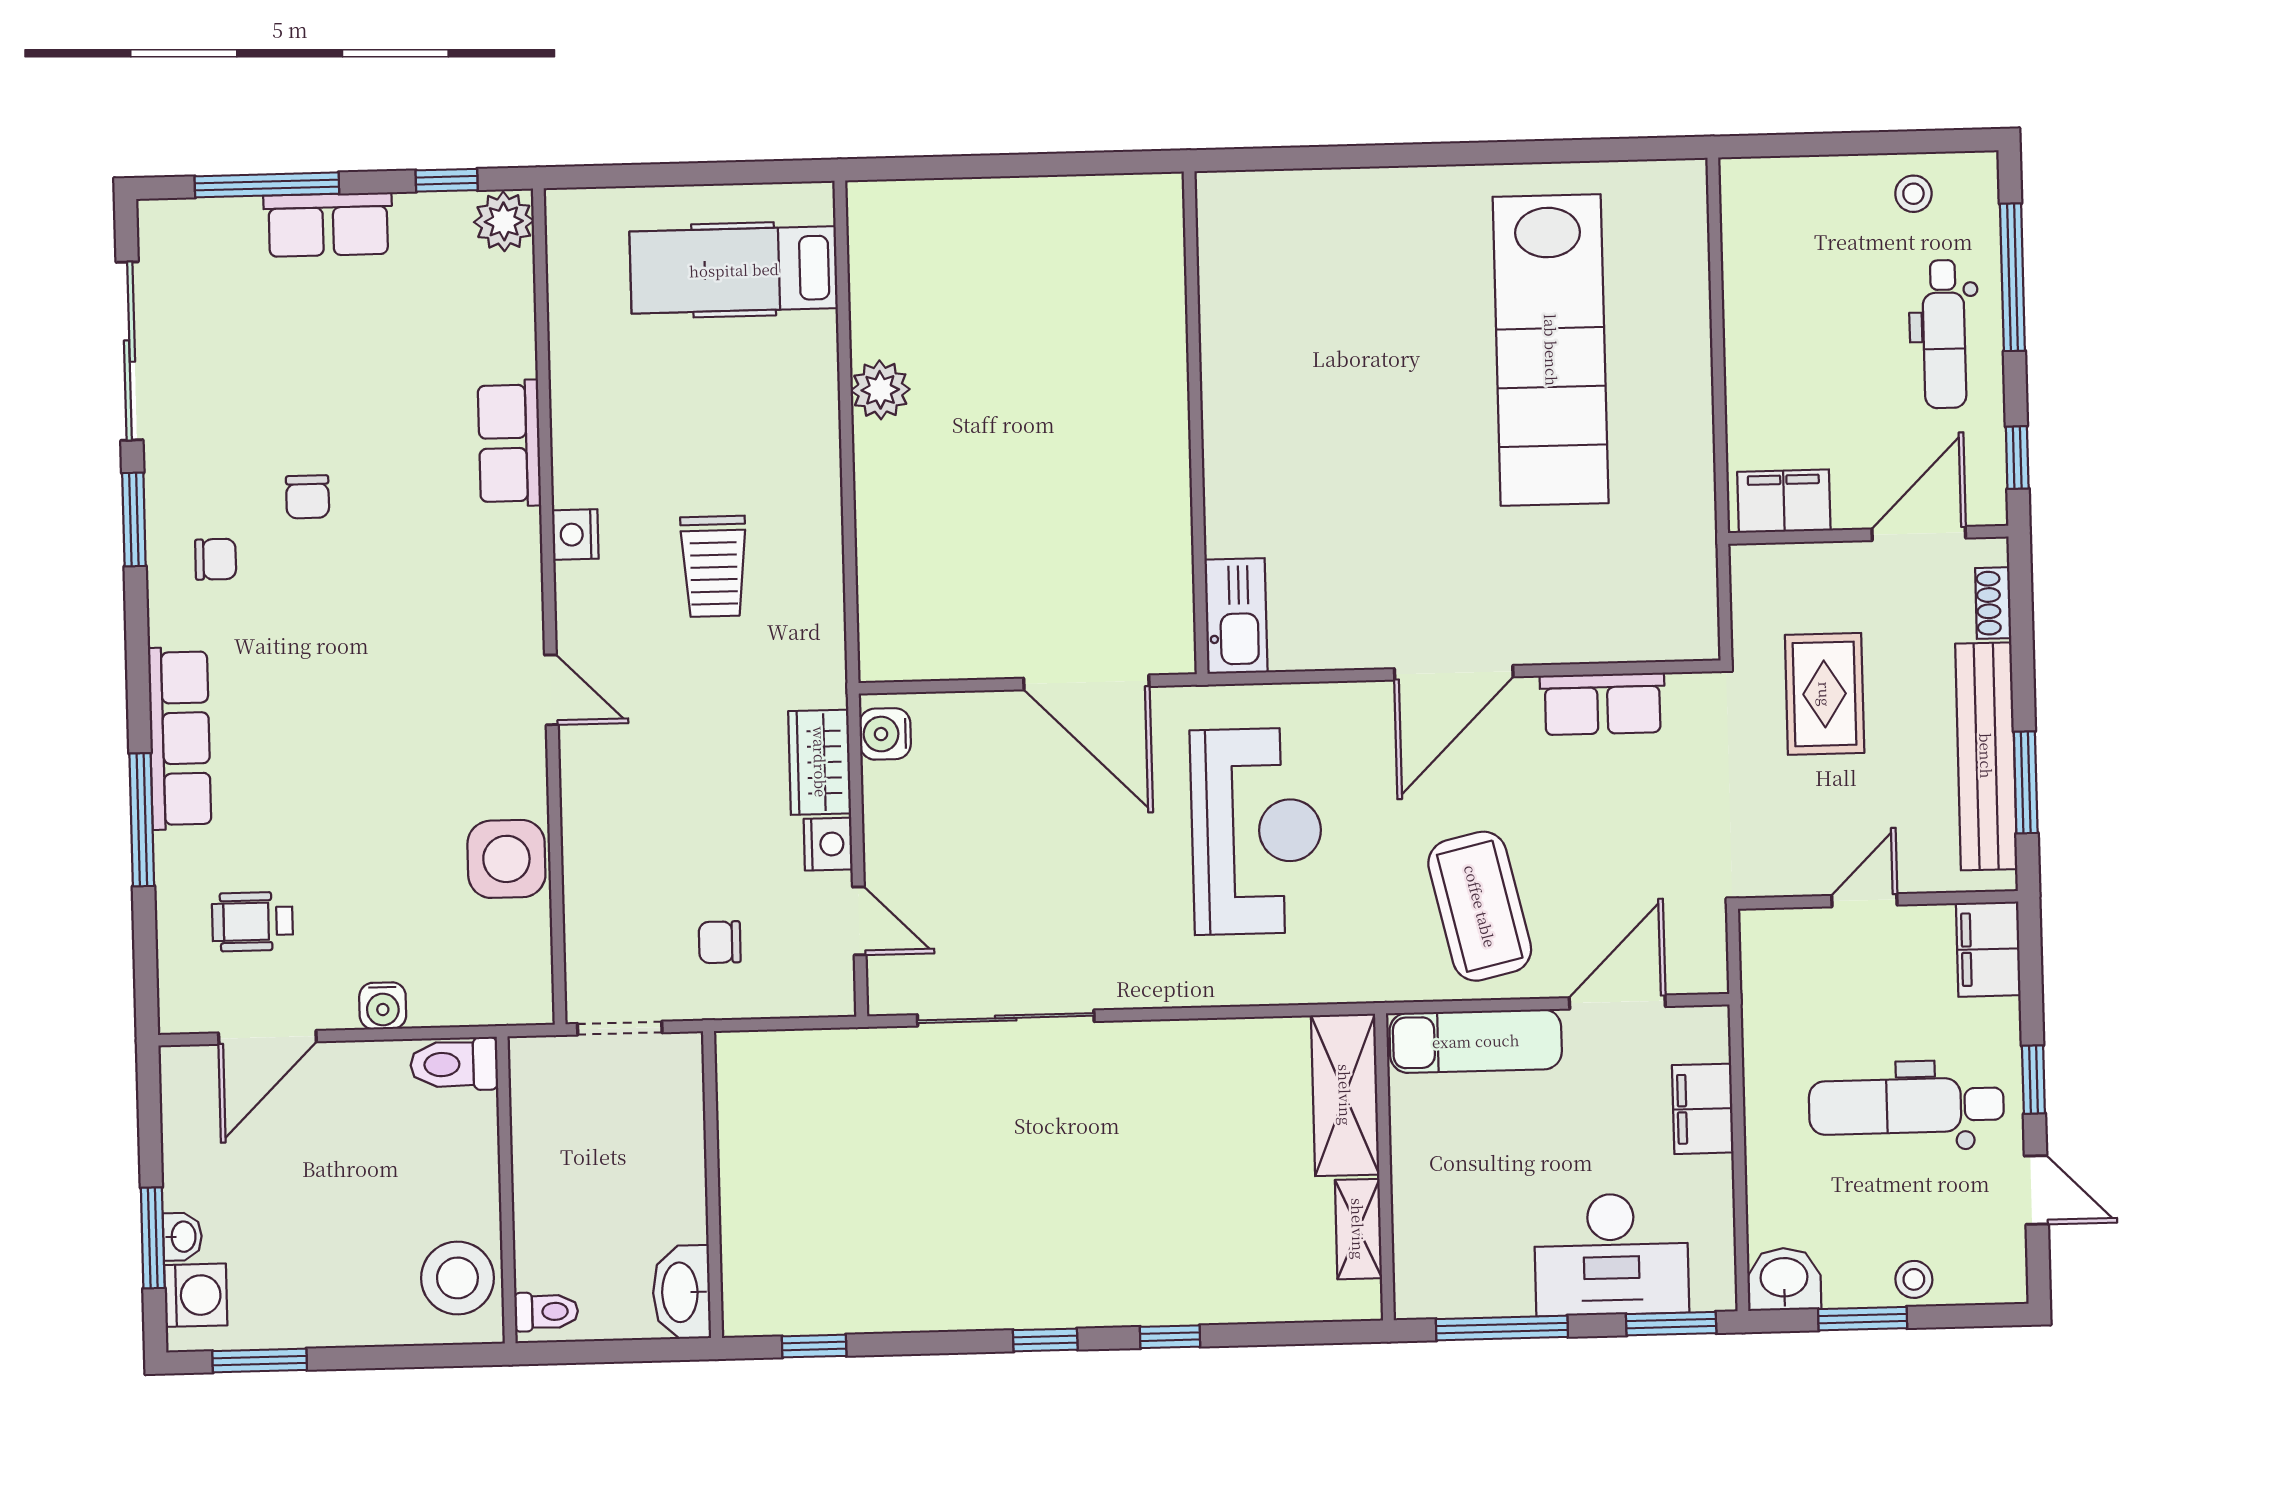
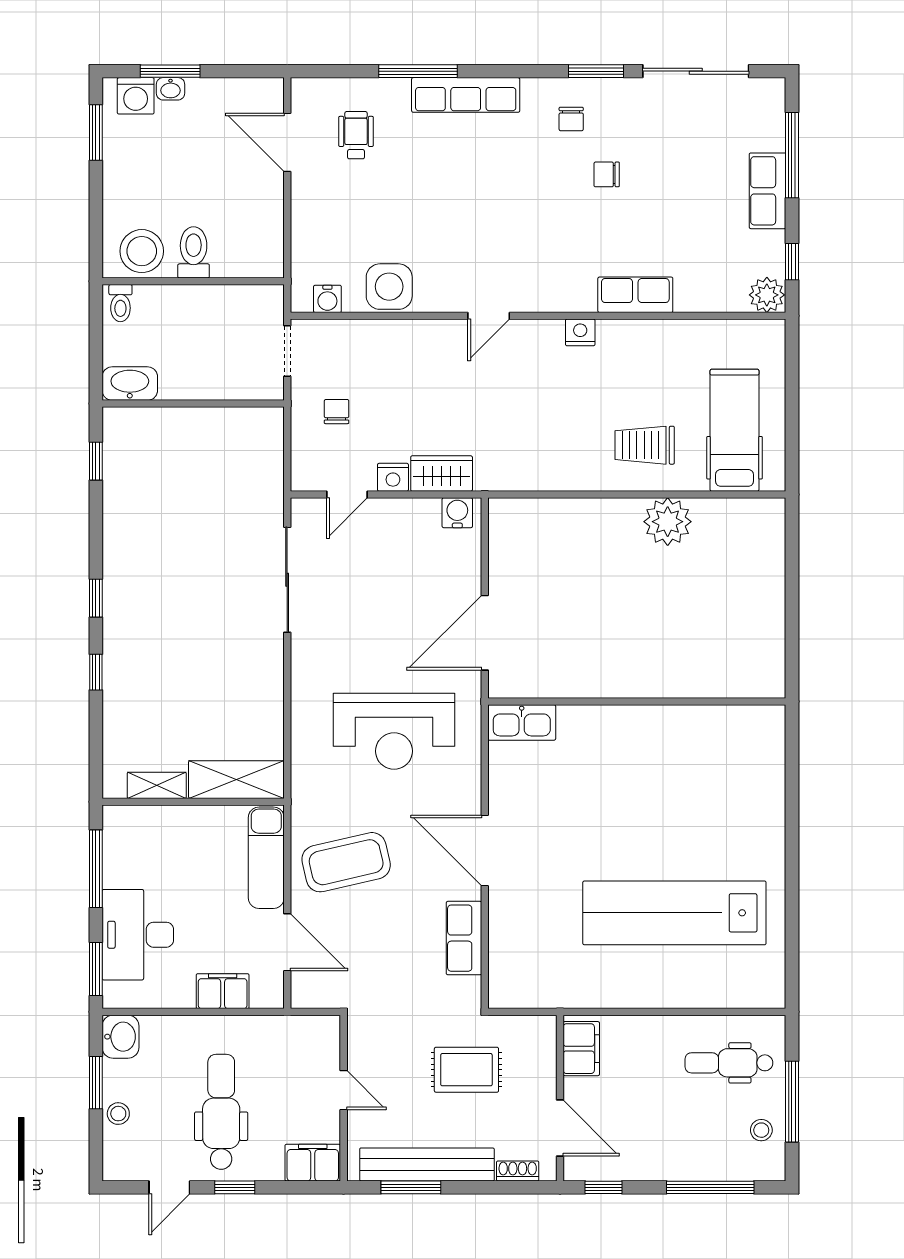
window: (1864, 143) -> (792, 1102), added
dental chair: (1944, 334) -> (729, 1063), moved
plant: (880, 390) -> (668, 522), width x1.36, depth x1.36
trolley: (714, 566) -> (645, 445), moved
water cooler: (383, 1006) -> (327, 299), moved, turned -90
toilet: (454, 1064) -> (194, 252), moved

